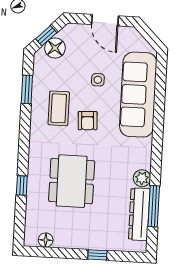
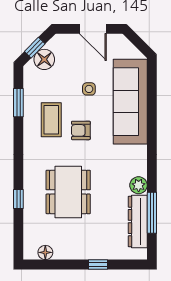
armchair: (88, 121) -> (81, 130), turned 93

